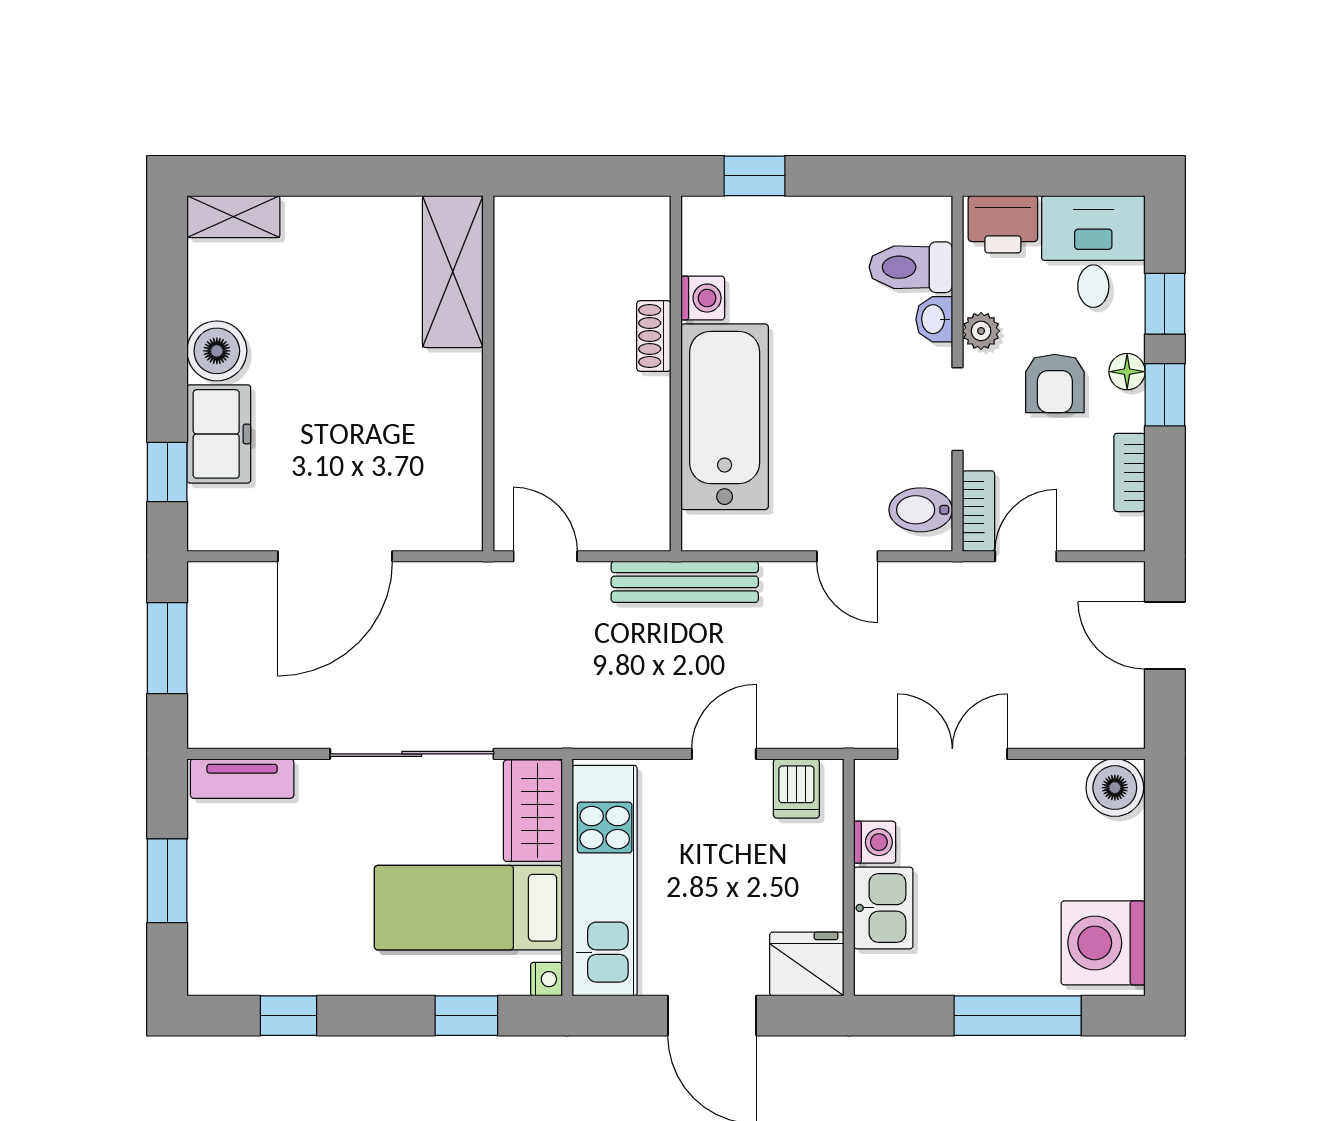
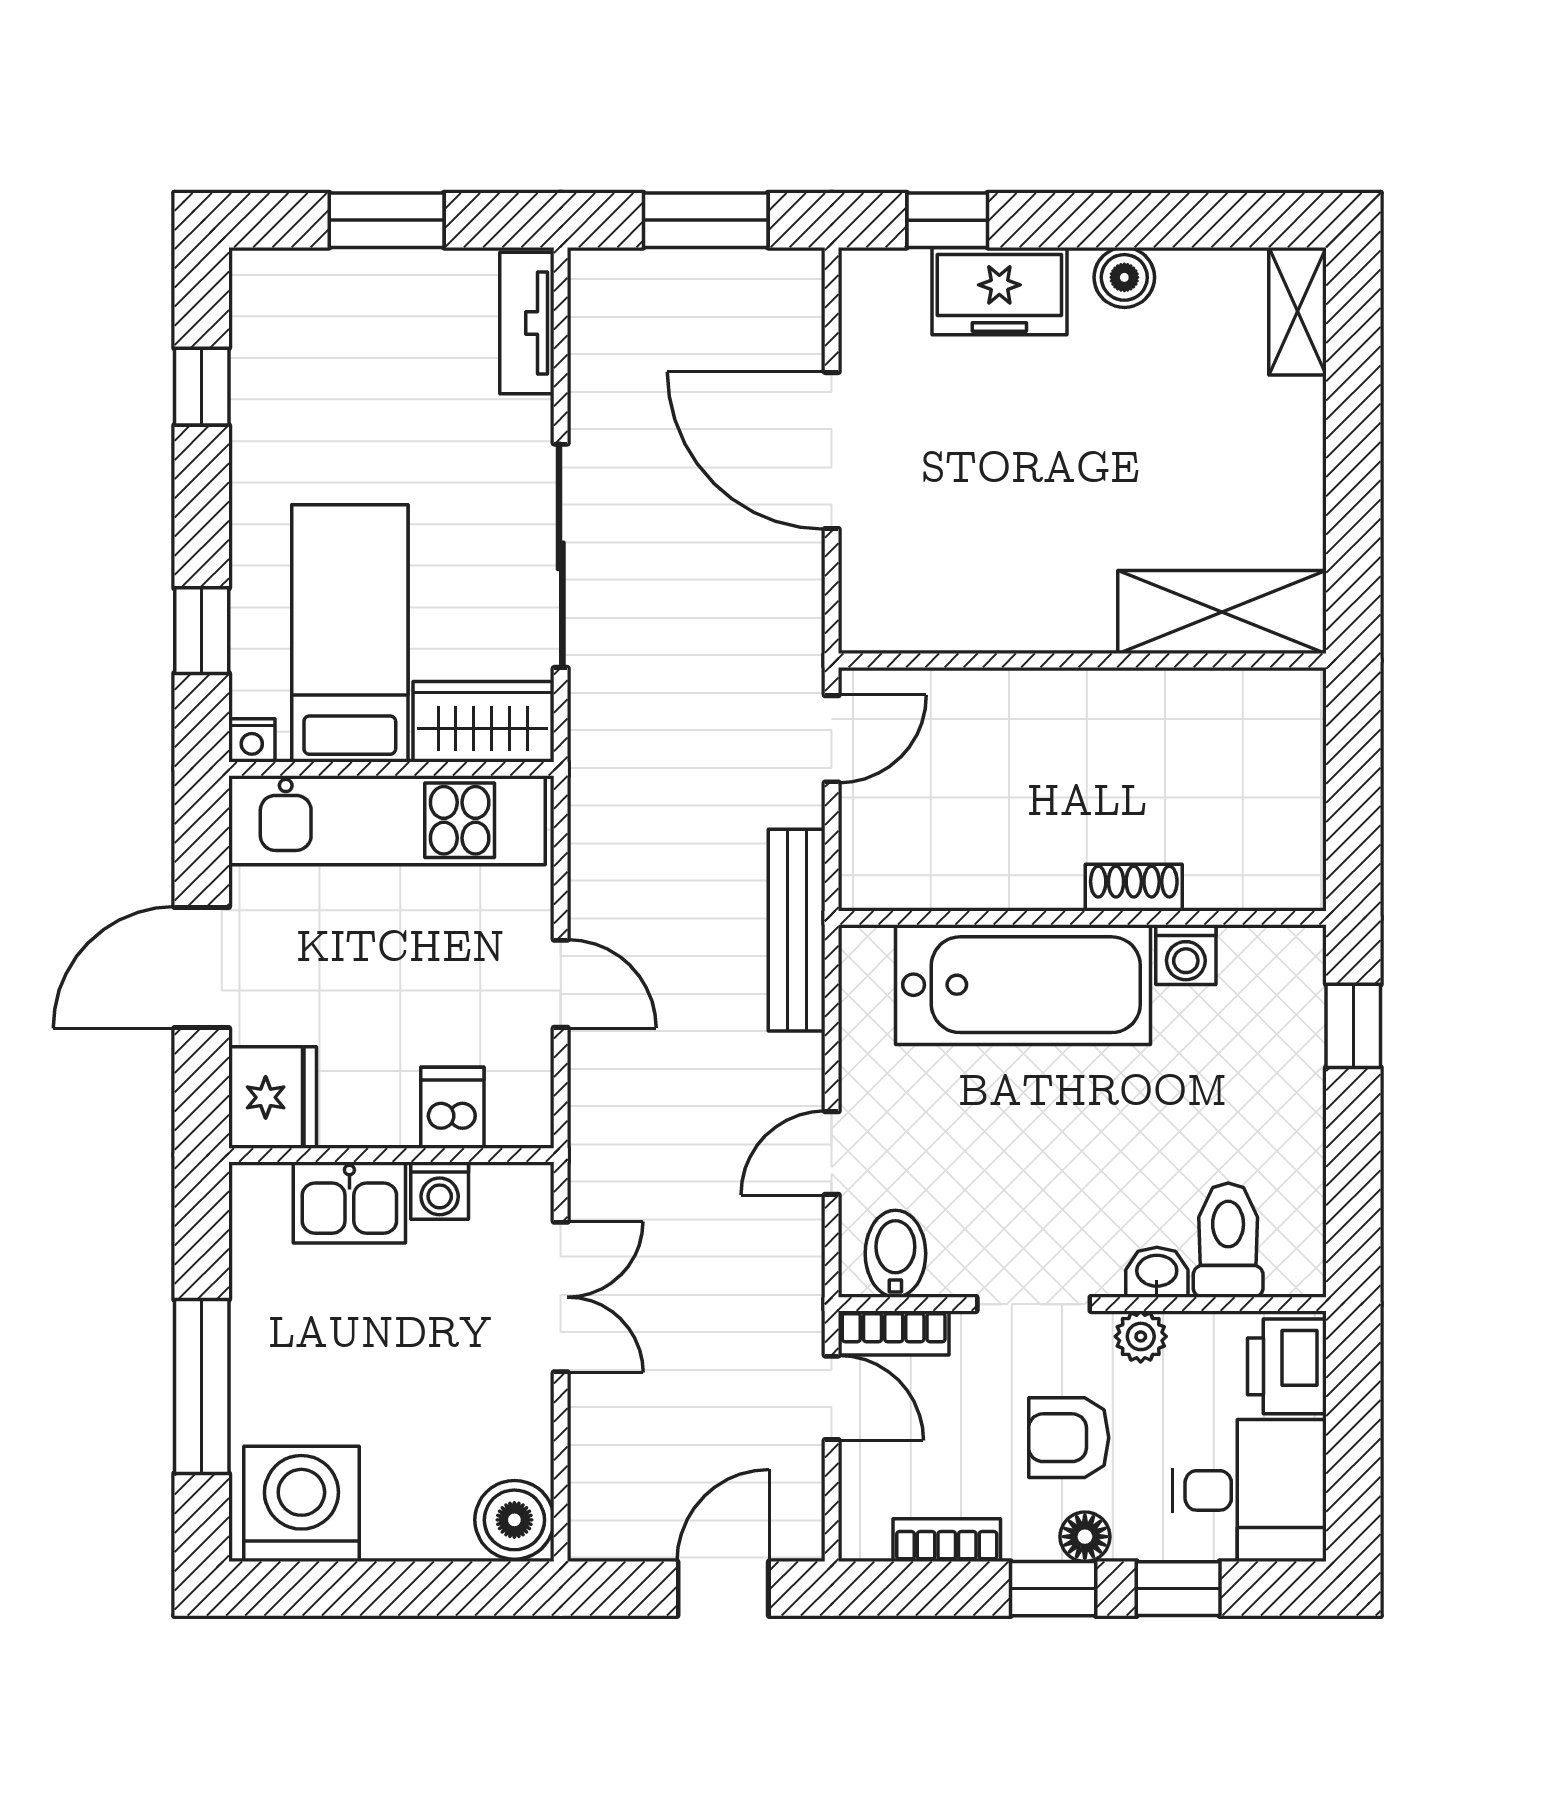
boiler: (217, 351) -> (1124, 277), width x0.73, depth x0.73
dishwasher: (796, 788) -> (452, 1108), moved, turned 90

